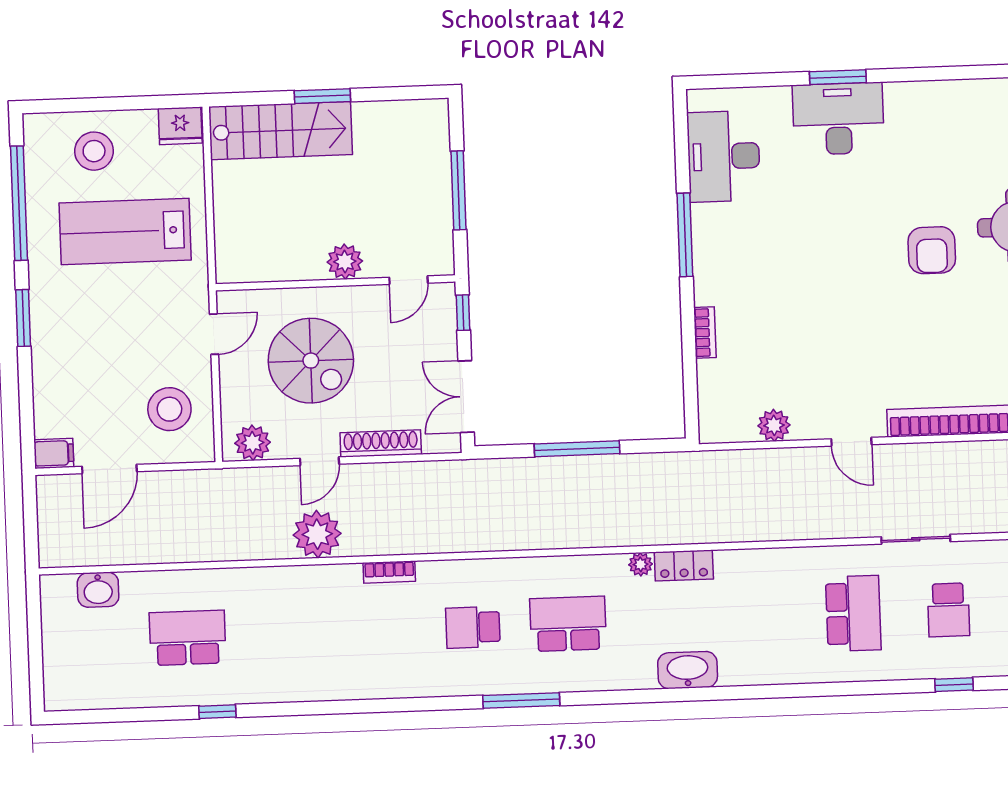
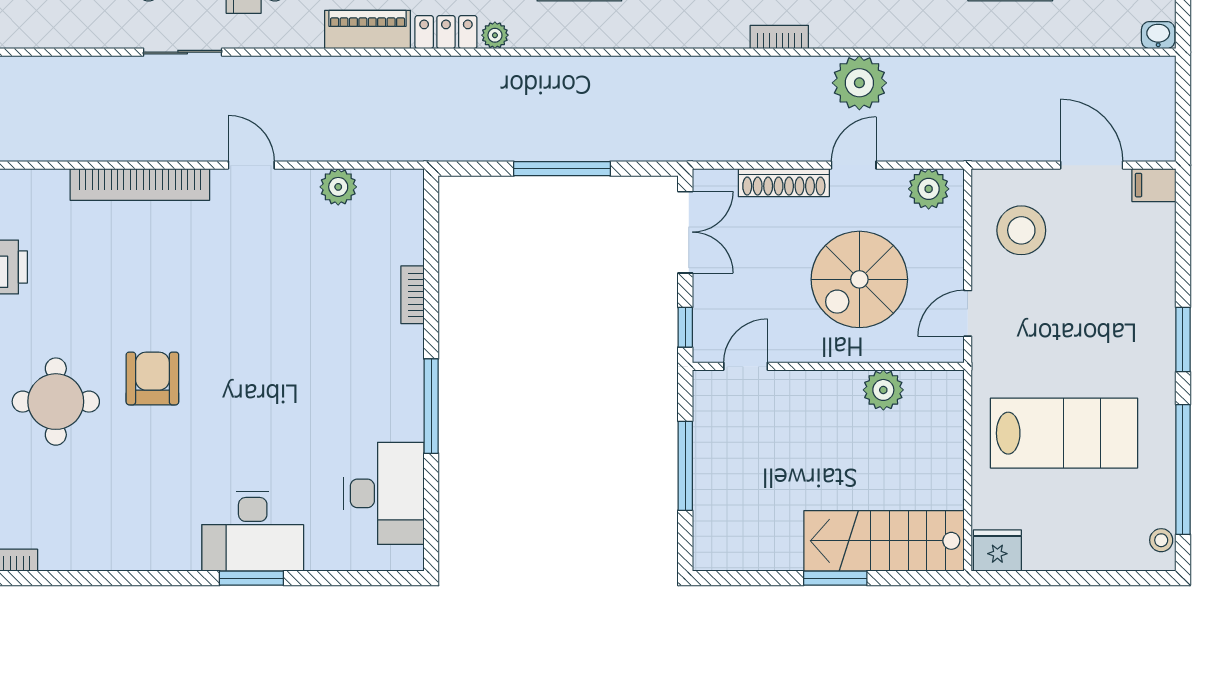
stool: (94, 151) -> (1161, 540), moved, width x0.53, depth x0.53
plant: (345, 262) -> (883, 390), moved
spiral stairs: (311, 361) -> (859, 279), turned -90
door: (109, 469) -> (1092, 165), hinge flipped
piano: (753, 565) -> (368, 29), added
washbasin: (98, 590) -> (1158, 35), moved, width x0.72, depth x0.69

